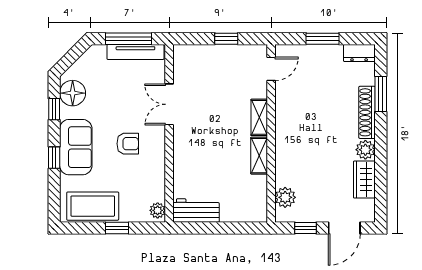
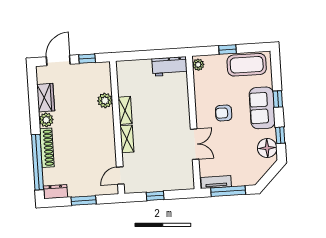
tv unit: (135, 52) -> (216, 182), width x0.71
window: (381, 94) -> (38, 162), width x2.11
plant: (285, 197) -> (105, 100), moved

